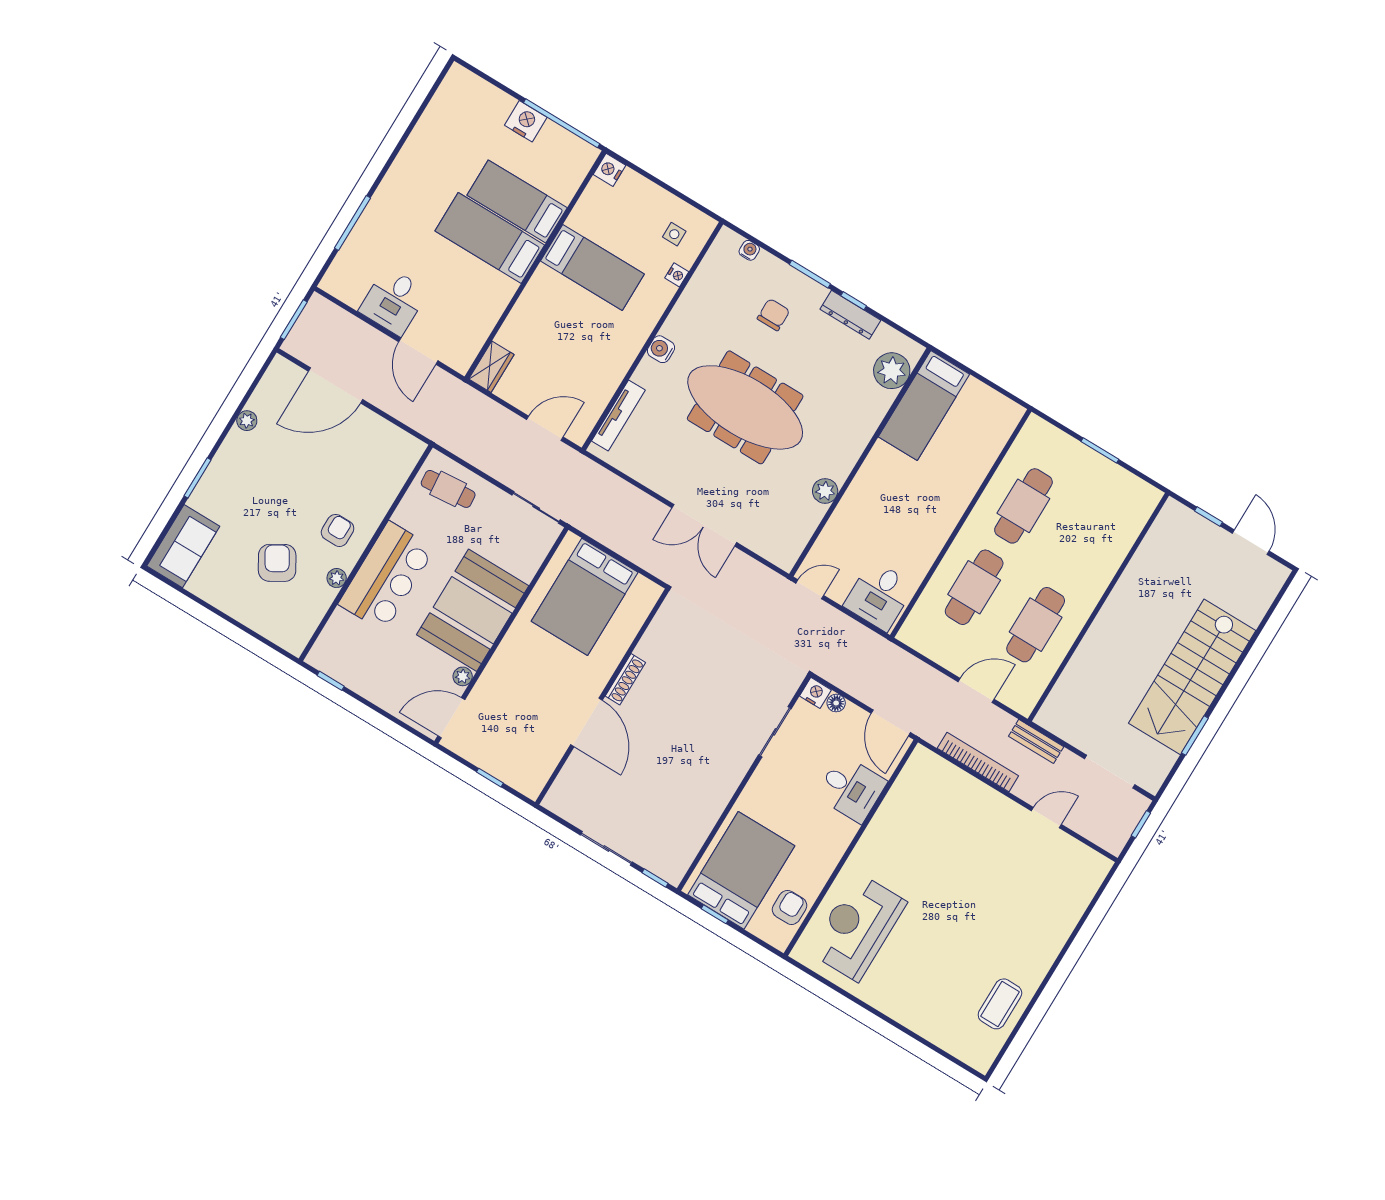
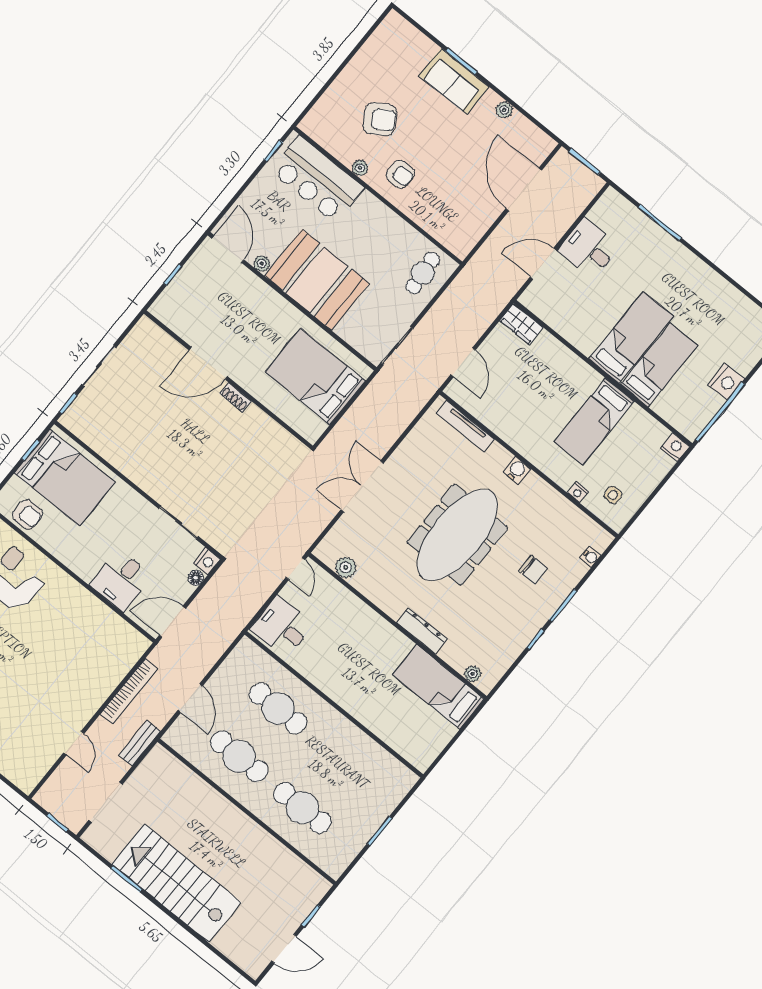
dresser: (850, 315) -> (422, 631), moved, turned 90
plant: (892, 371) -> (473, 674), width x0.53, depth x0.53
plant: (825, 491) -> (346, 567), moved
cafe table: (1023, 506) -> (302, 808), moved
sofa: (183, 546) -> (454, 81), moved
bar counter: (386, 576) -> (317, 179), moved
shoe rack: (625, 679) -> (235, 397), width x0.70

